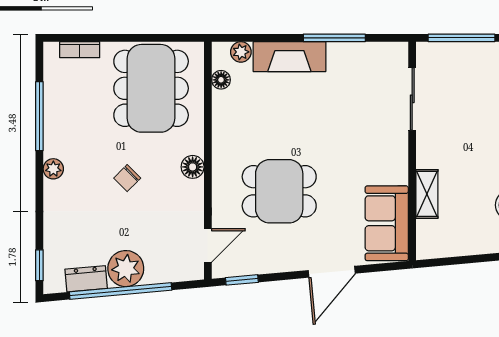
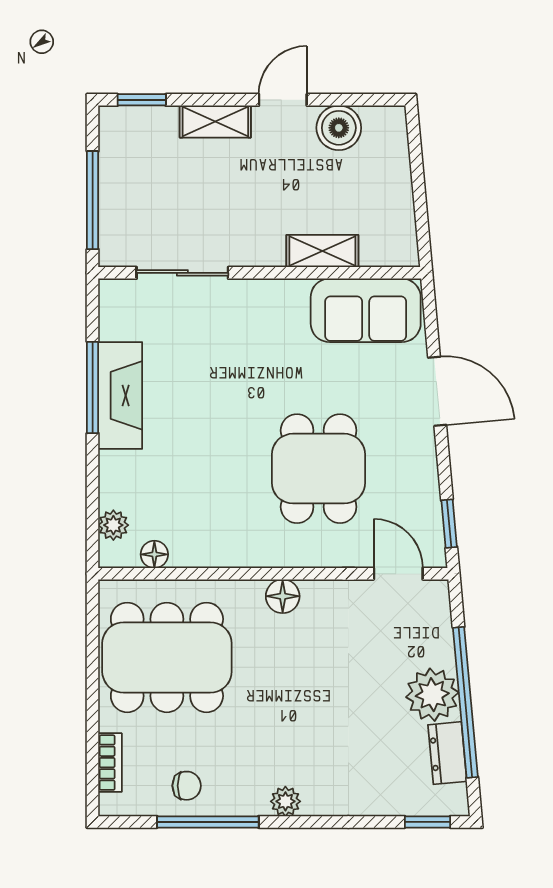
fireplace: (289, 57) -> (120, 395), moved
chair: (127, 178) -> (187, 786), moved, turned -45

